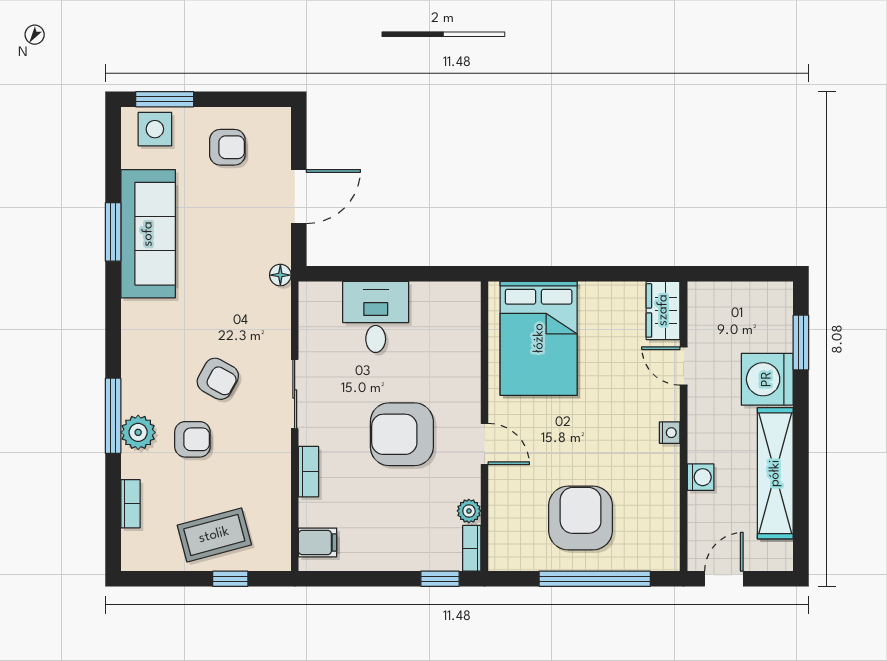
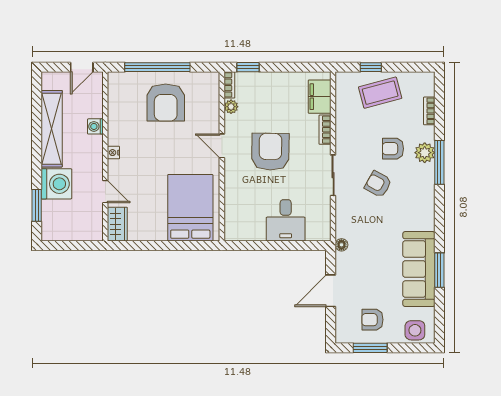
window: (165, 99) -> (370, 348), moved
armchair: (402, 434) -> (270, 152), turned -89
filing cabinet: (318, 542) -> (320, 97), width x2.00

